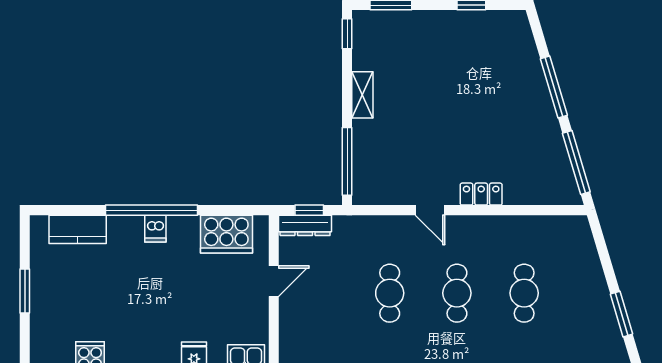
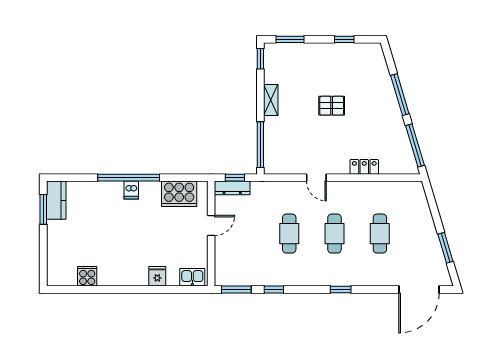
pallet: (453, 103) -> (332, 106), added
locker: (481, 194) -> (364, 167), moved
kitchen counter: (78, 229) -> (56, 200), moved, turned -90
window: (25, 291) -> (43, 209), moved

